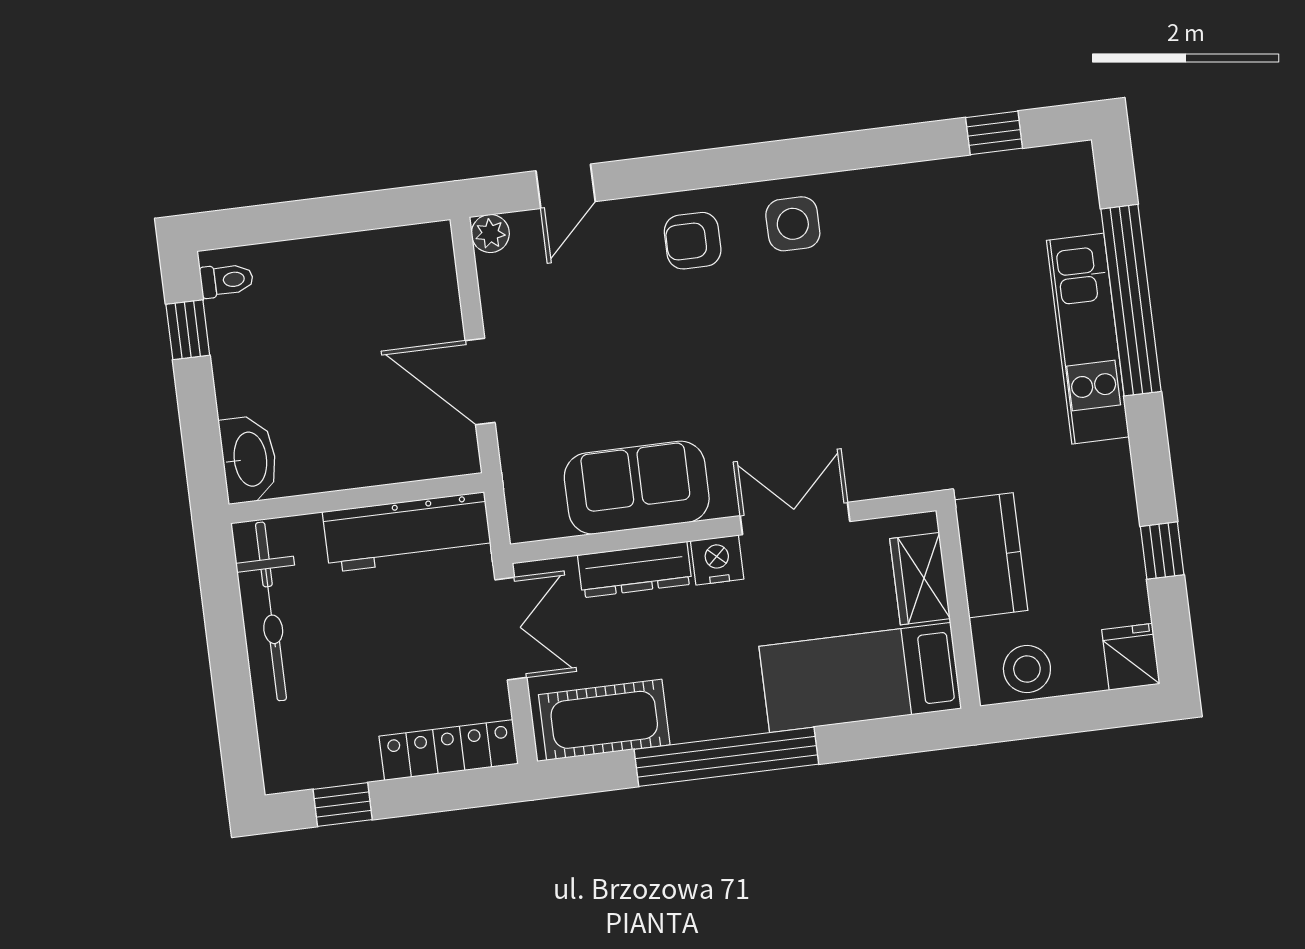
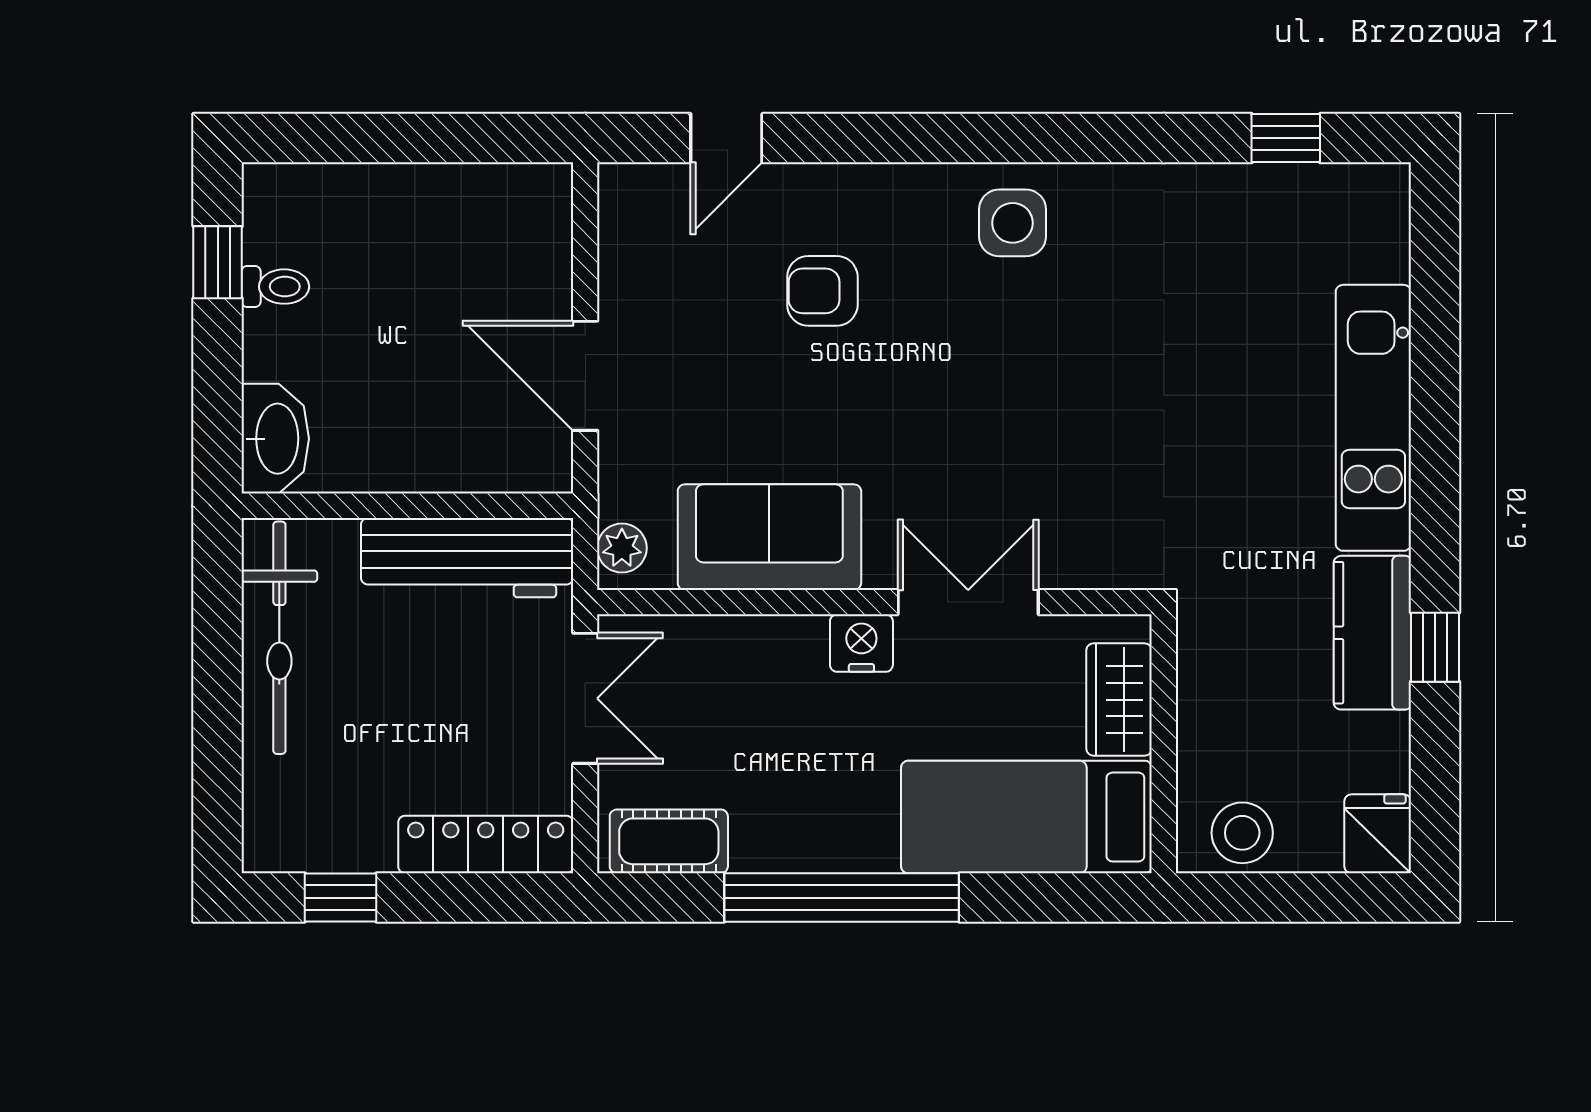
plant: (490, 233) -> (622, 548), moved
armchair: (693, 241) -> (822, 291), moved
toilet: (227, 280) -> (275, 287), moved
window: (1131, 300) -> (1435, 375), removed
window: (1162, 551) -> (1435, 647), moved
kitchen counter: (991, 555) -> (1372, 633), moved, turned 180
dresser: (635, 570) -> (754, 642), removed
cot: (604, 720) -> (669, 841), width x0.73, depth x0.75

